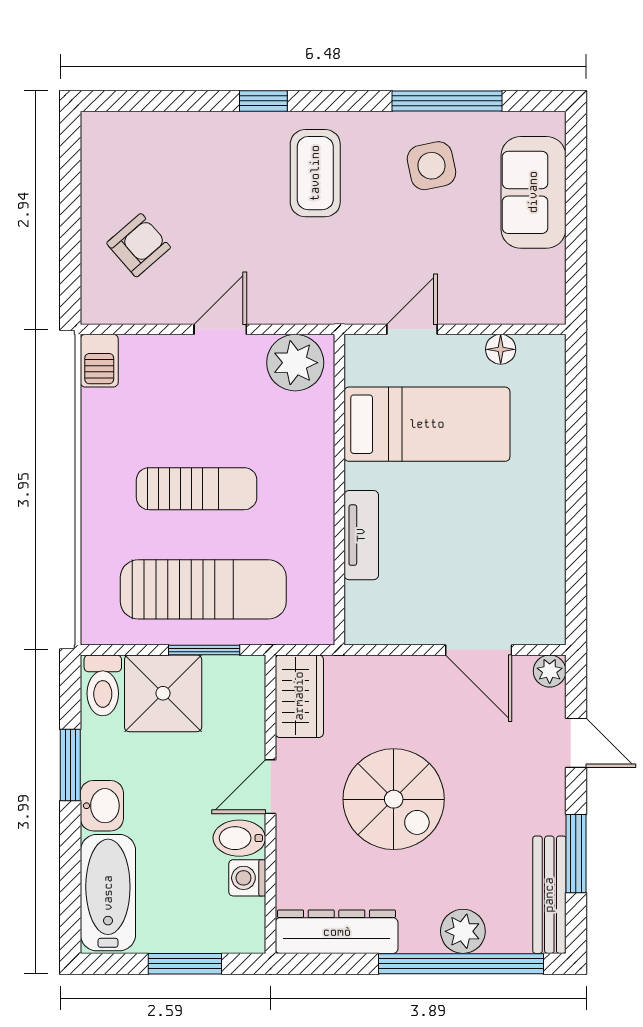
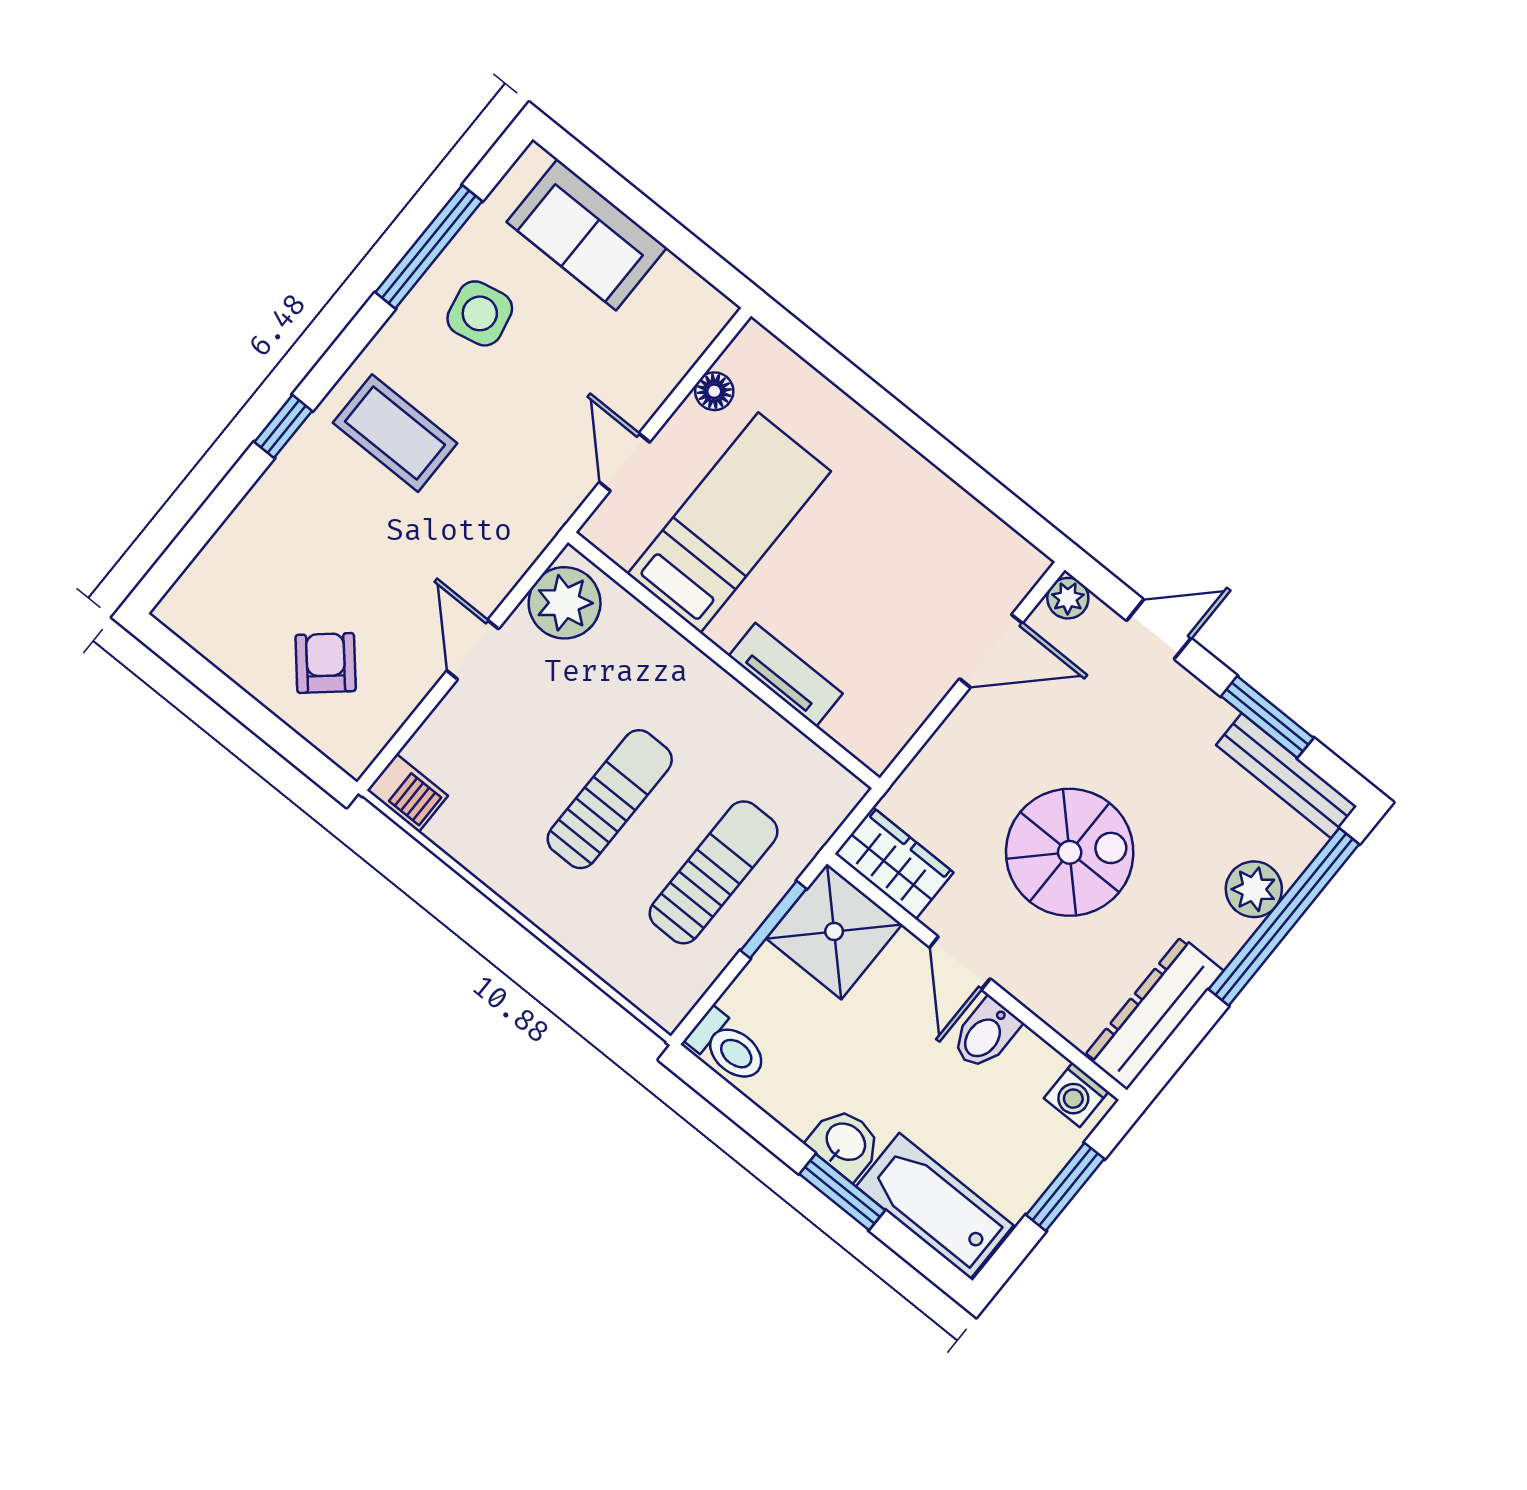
sun lounger: (203, 589) -> (714, 872), width x0.73, depth x0.75
shower: (163, 693) -> (834, 931), moved
window: (70, 765) -> (842, 1192), moved
washing machine: (247, 878) -> (1076, 1095), moved

